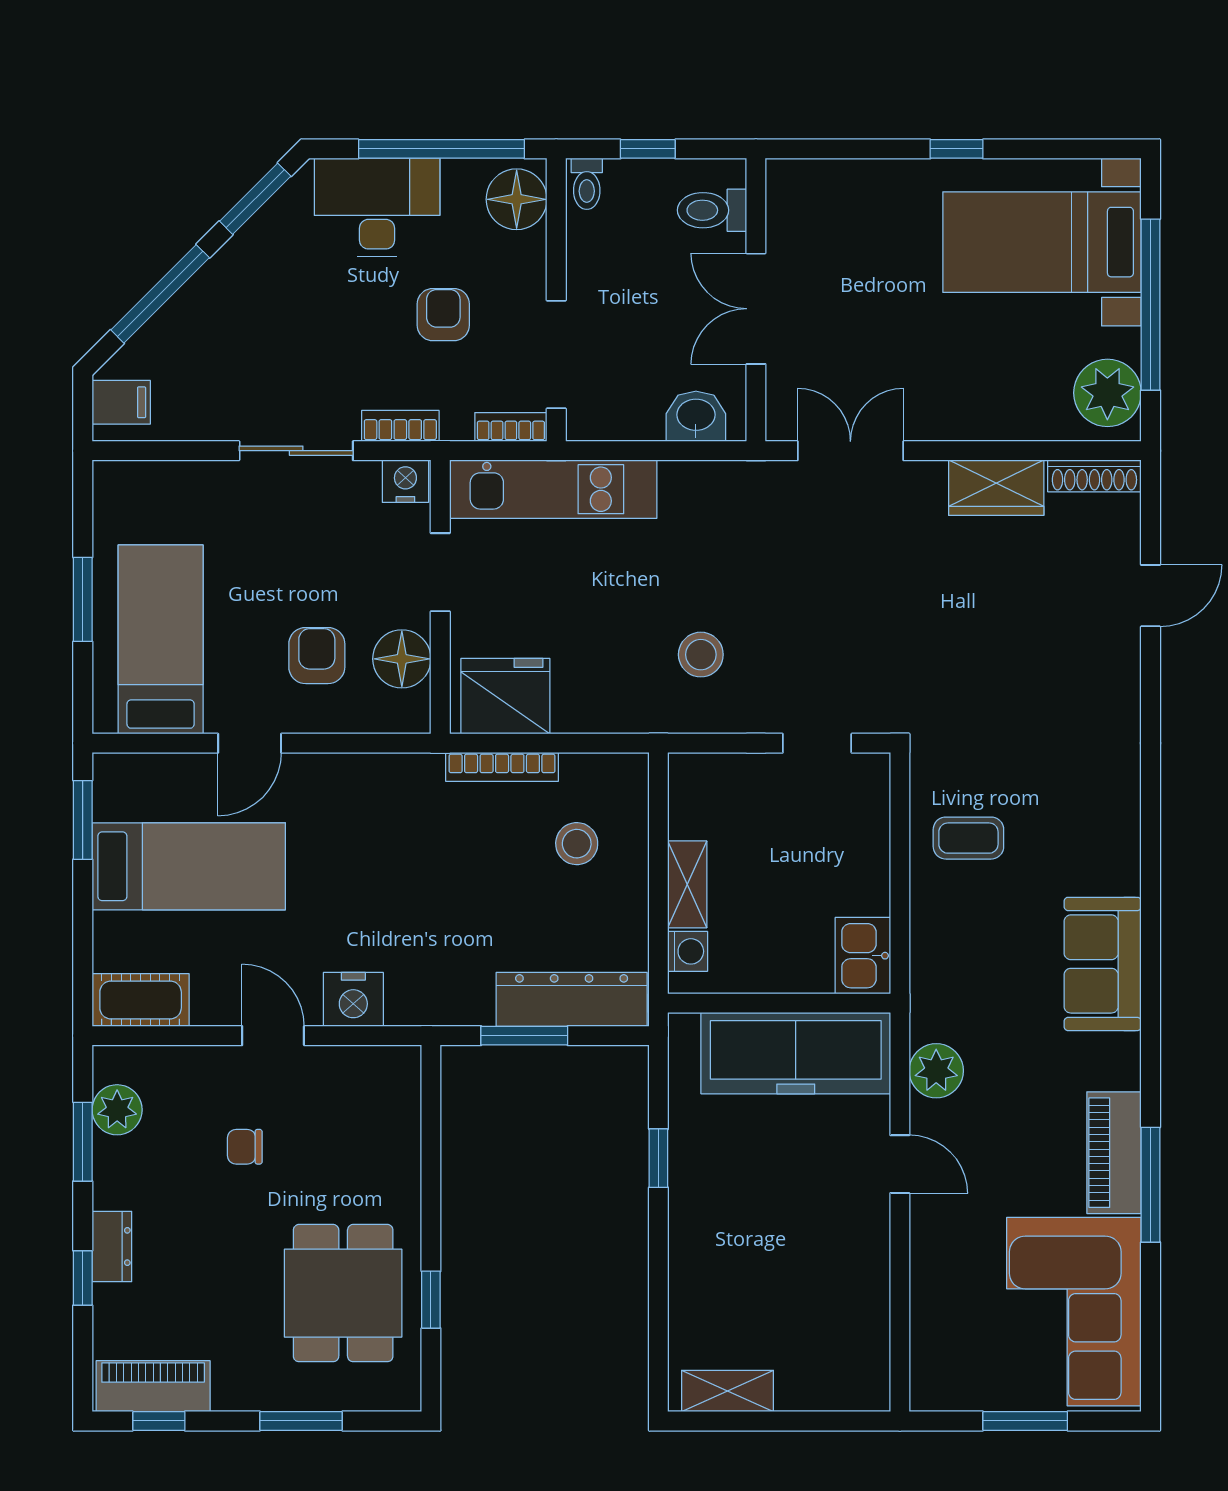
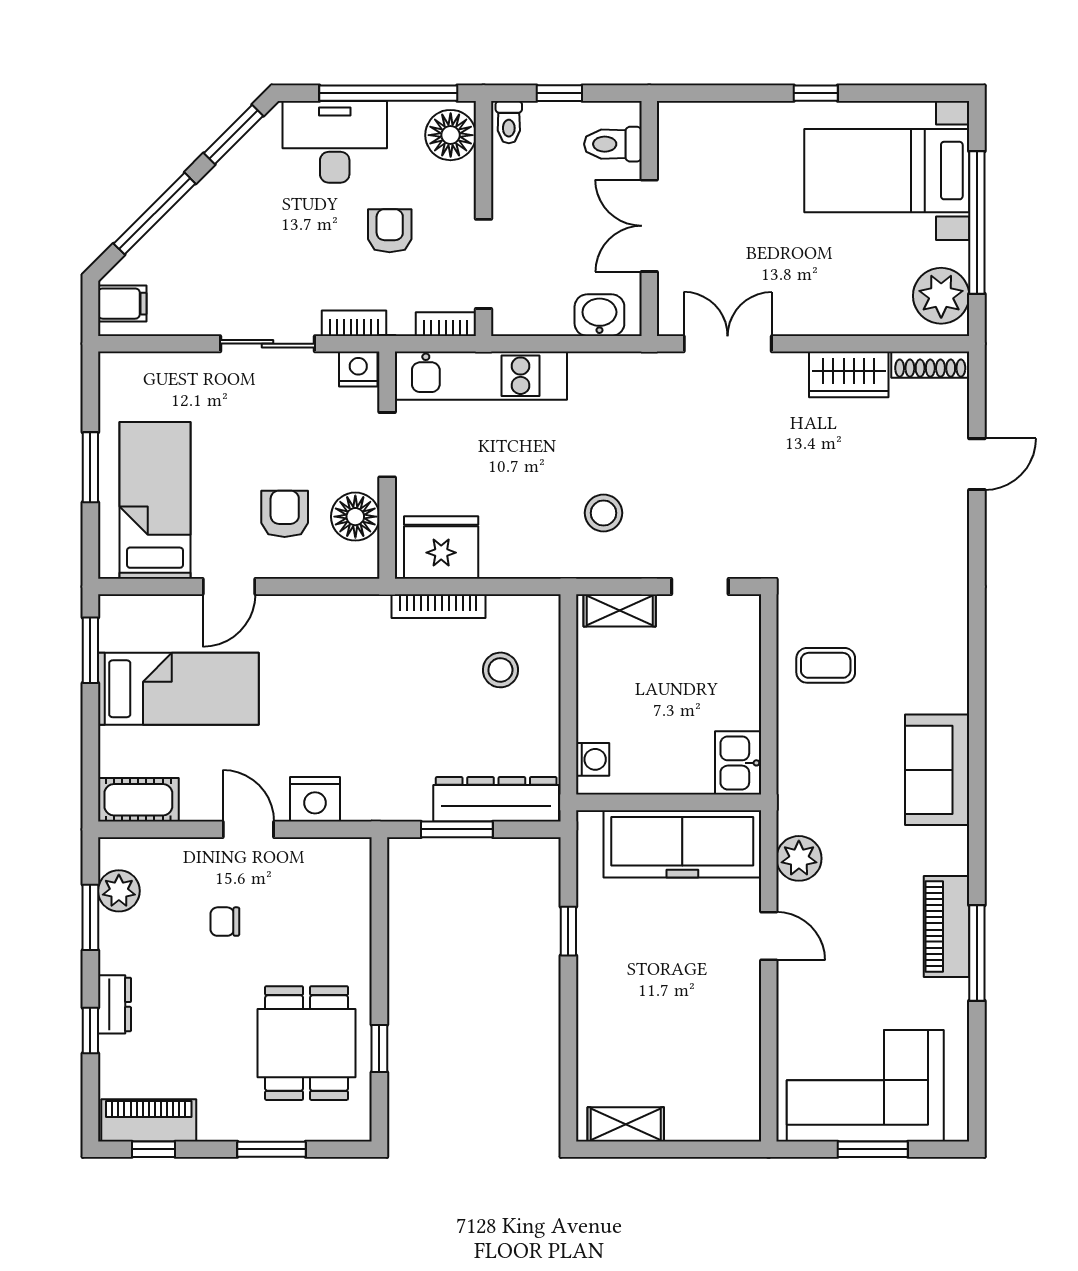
shelving: (687, 884) -> (620, 610), moved, turned 90
corner sofa: (1074, 1312) -> (865, 1086), moved, turned 90

